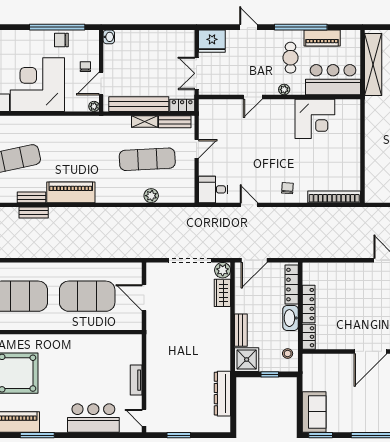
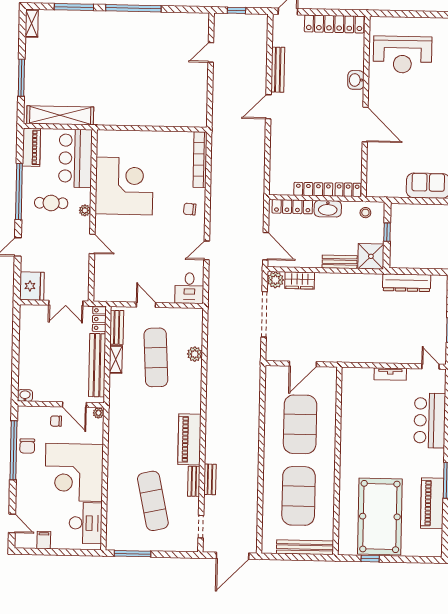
piano: (322, 38) -> (31, 147), moved
corner desk: (315, 119) -> (124, 186), width x1.36, depth x1.36
door: (144, 418) -> (430, 367), swing flipped

